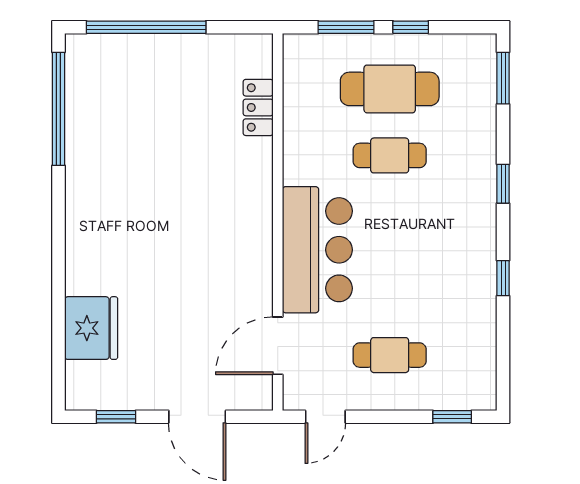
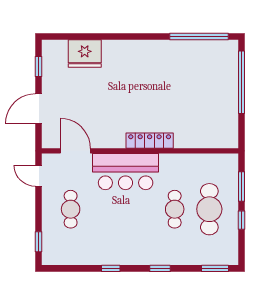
locker: (258, 107) -> (150, 141), moved, width x1.53

